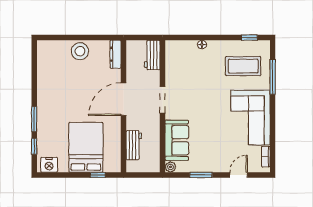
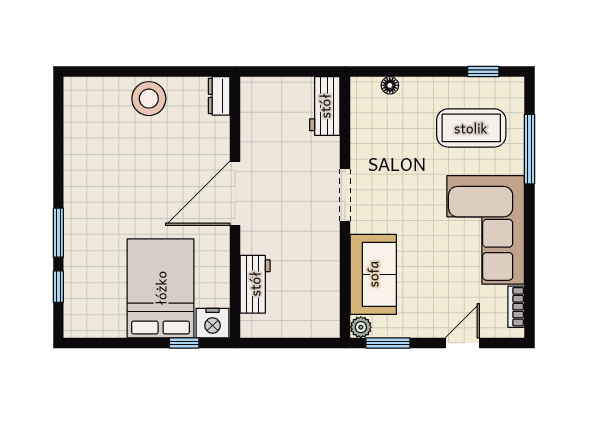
dresser: (116, 54) -> (219, 96), width x0.70
workbench: (152, 55) -> (325, 106), moved
doorway: (162, 100) -> (345, 195), moved
wall: (162, 106) -> (345, 207), moved
sofa: (177, 140) -> (373, 274), moved
nightstand: (49, 165) -> (213, 323), moved
plant: (170, 167) -> (361, 327), moved

